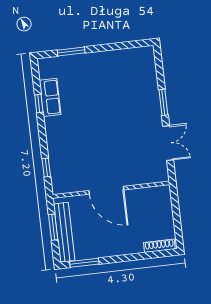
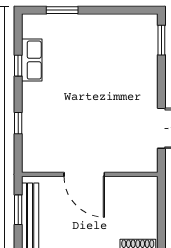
window: (163, 102) -> (161, 40), moved
window: (46, 168) -> (18, 123), moved

